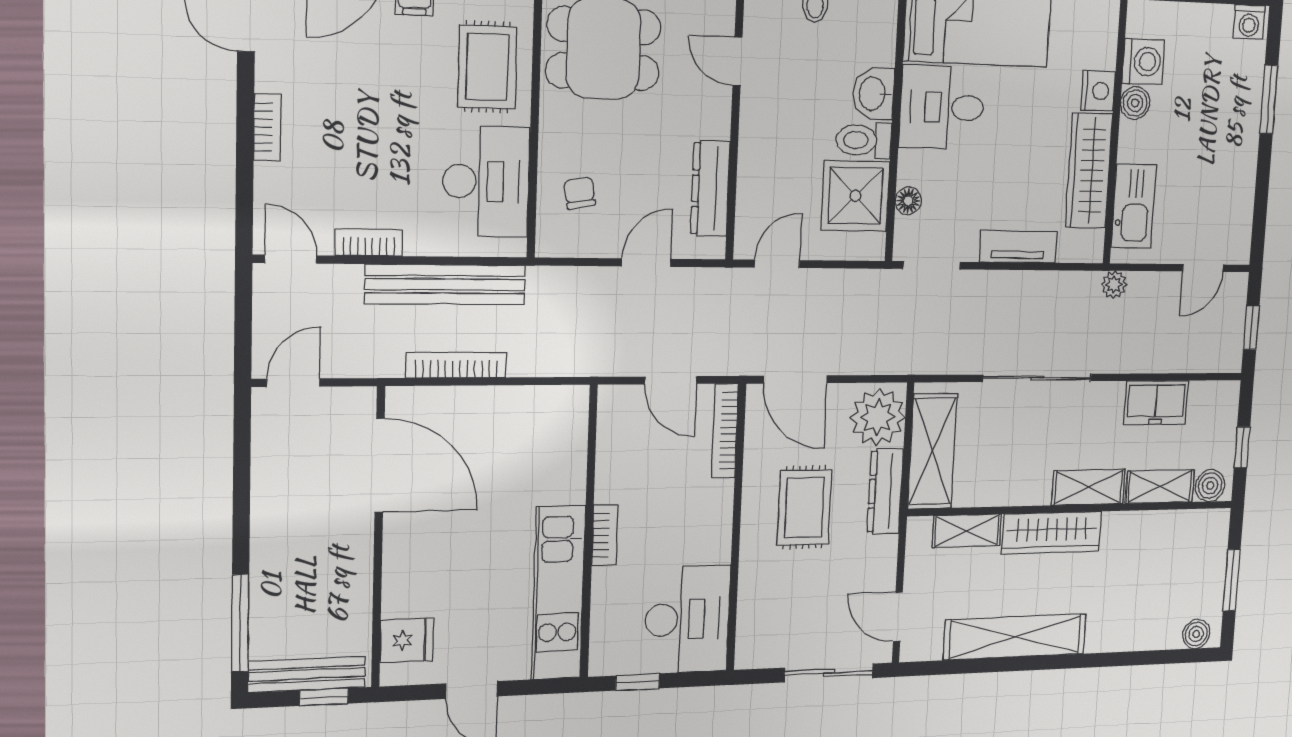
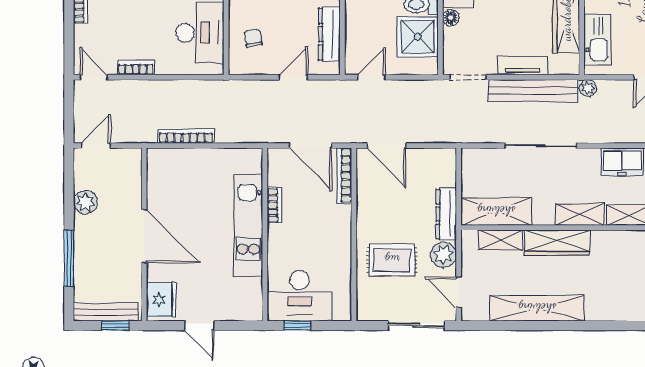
floor lamp: (908, 201) -> (451, 18), moved
bench: (445, 285) -> (533, 91), moved
door: (671, 380) -> (310, 146), width x1.38
plant: (878, 417) -> (444, 255), moved, width x0.73, depth x0.73
shelving: (932, 451) -> (496, 211), moved, turned 90
door: (380, 465) -> (144, 236), moved
plant: (272, 484) -> (85, 202), added
rug: (804, 507) -> (392, 260), moved, turned 90
bookcase: (605, 535) -> (274, 205), moved
kitchen unit: (558, 593) -> (248, 225), moved
desk: (687, 619) -> (300, 296), moved, turned 90
window: (240, 623) -> (69, 258), moved
fridge: (407, 640) -> (161, 300), width x1.38

